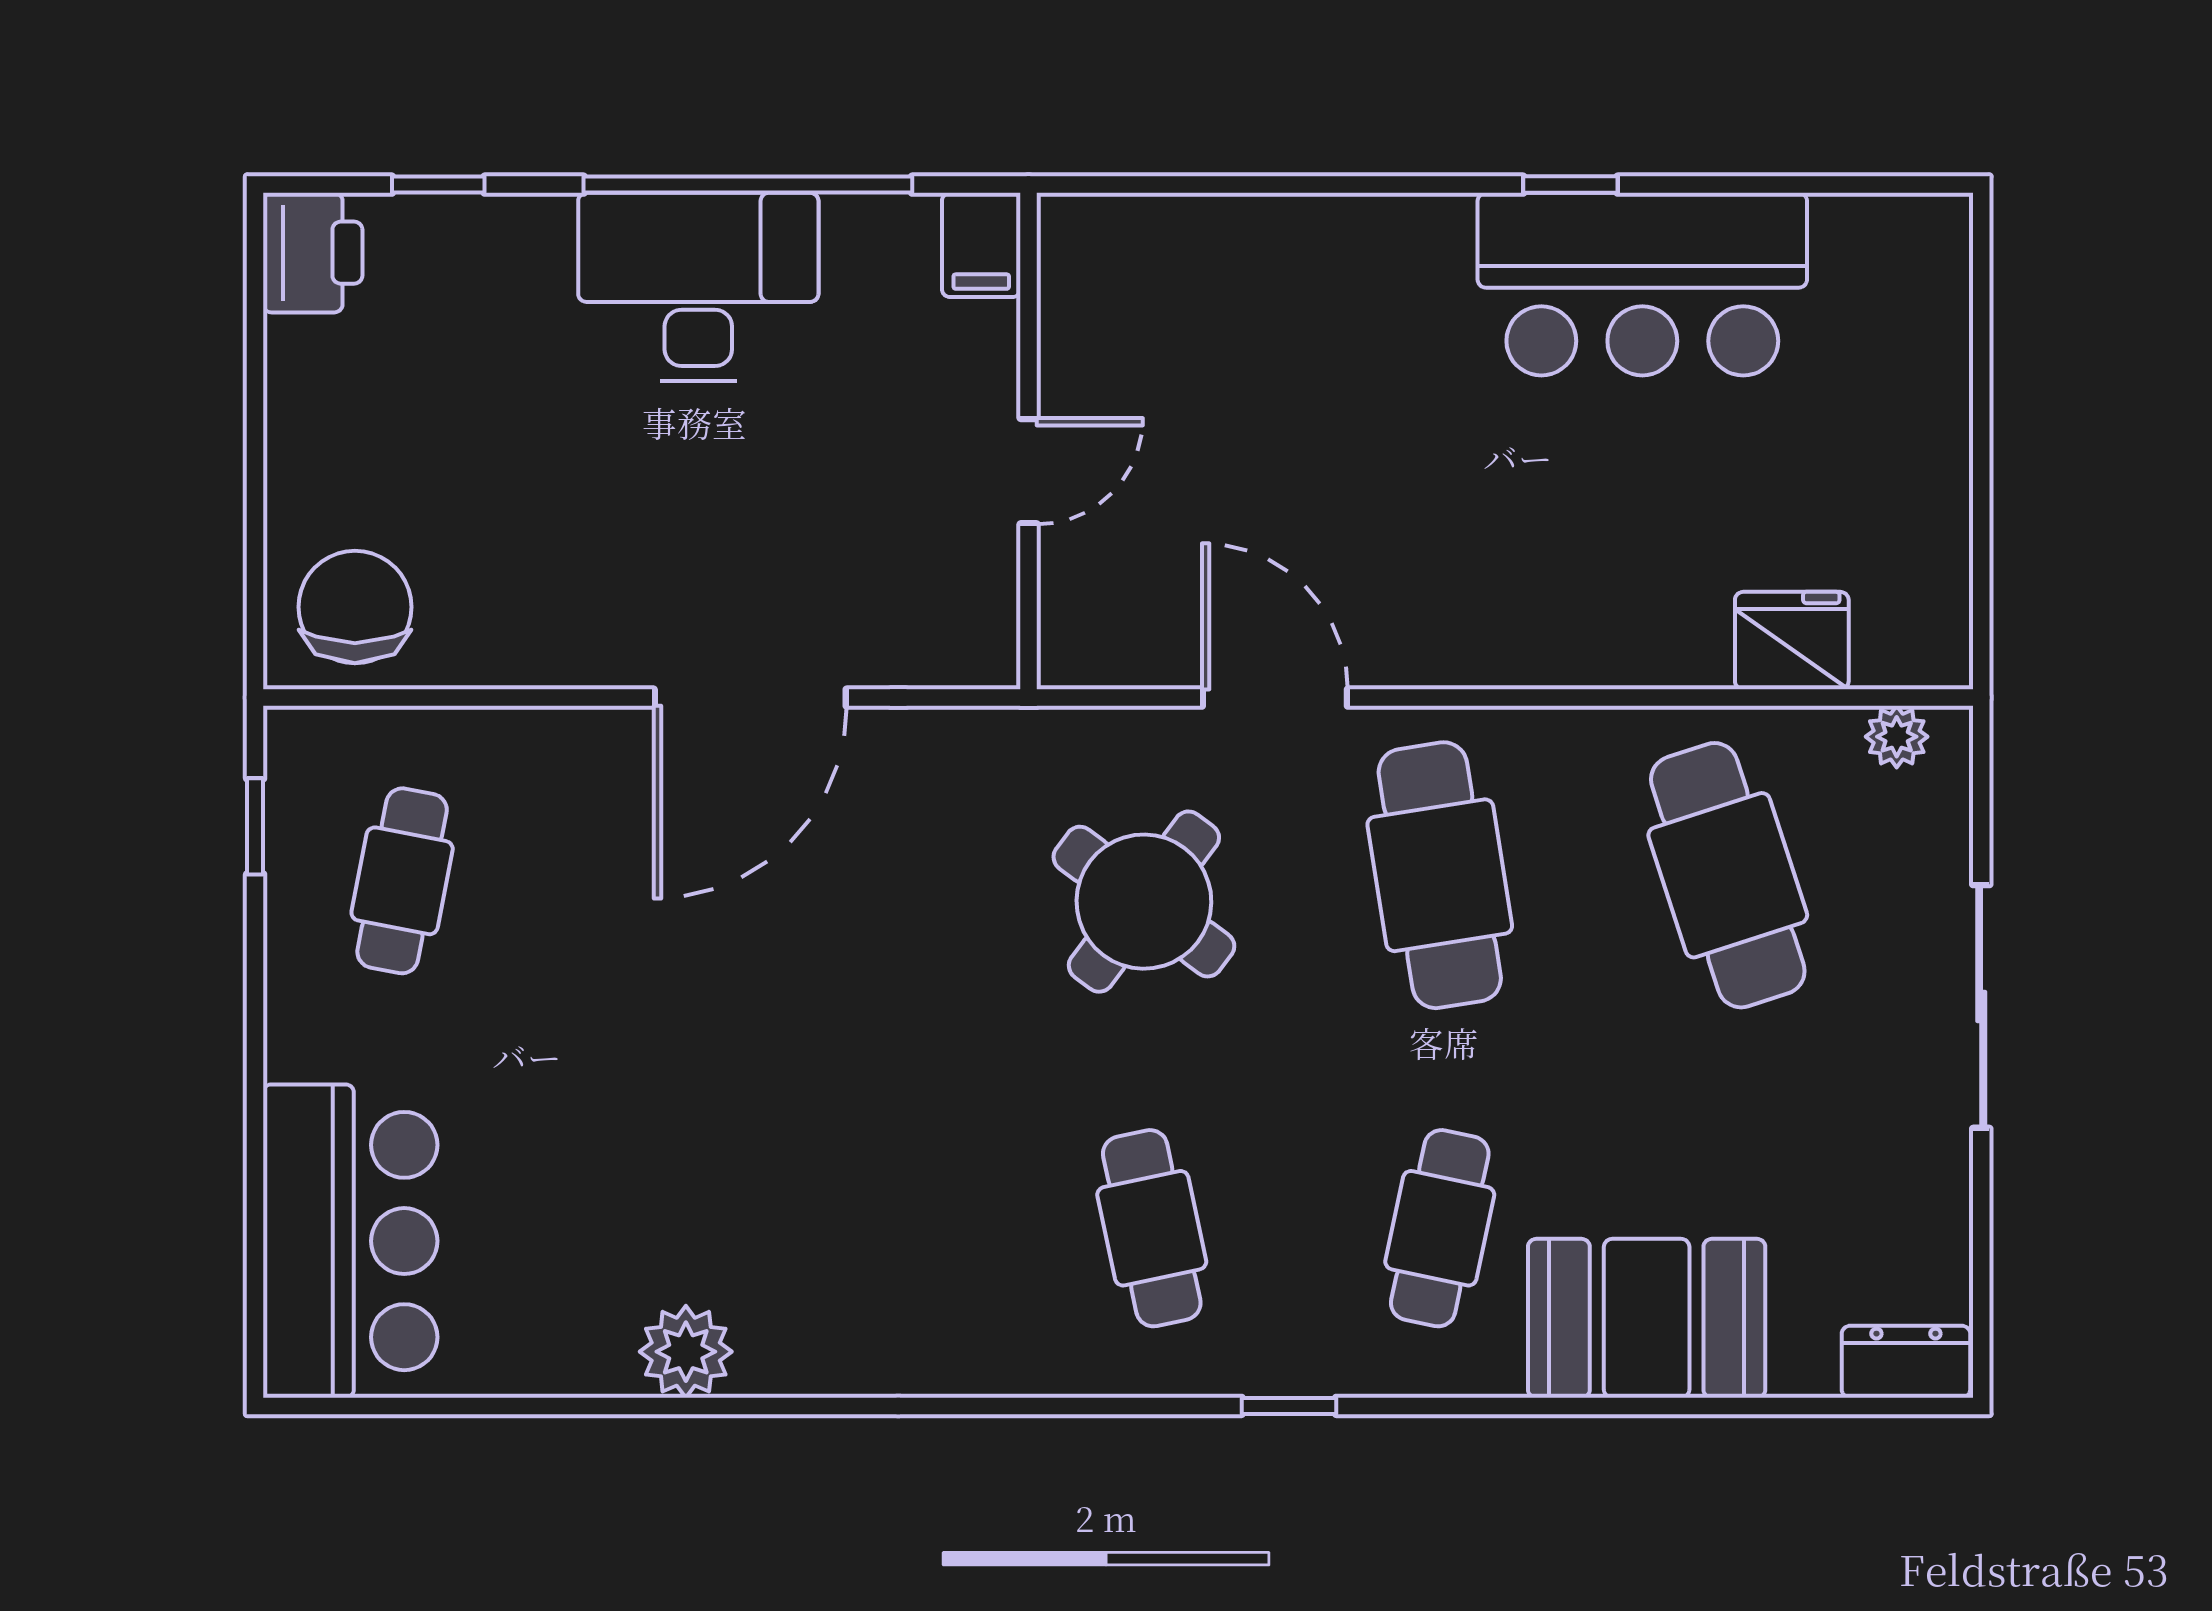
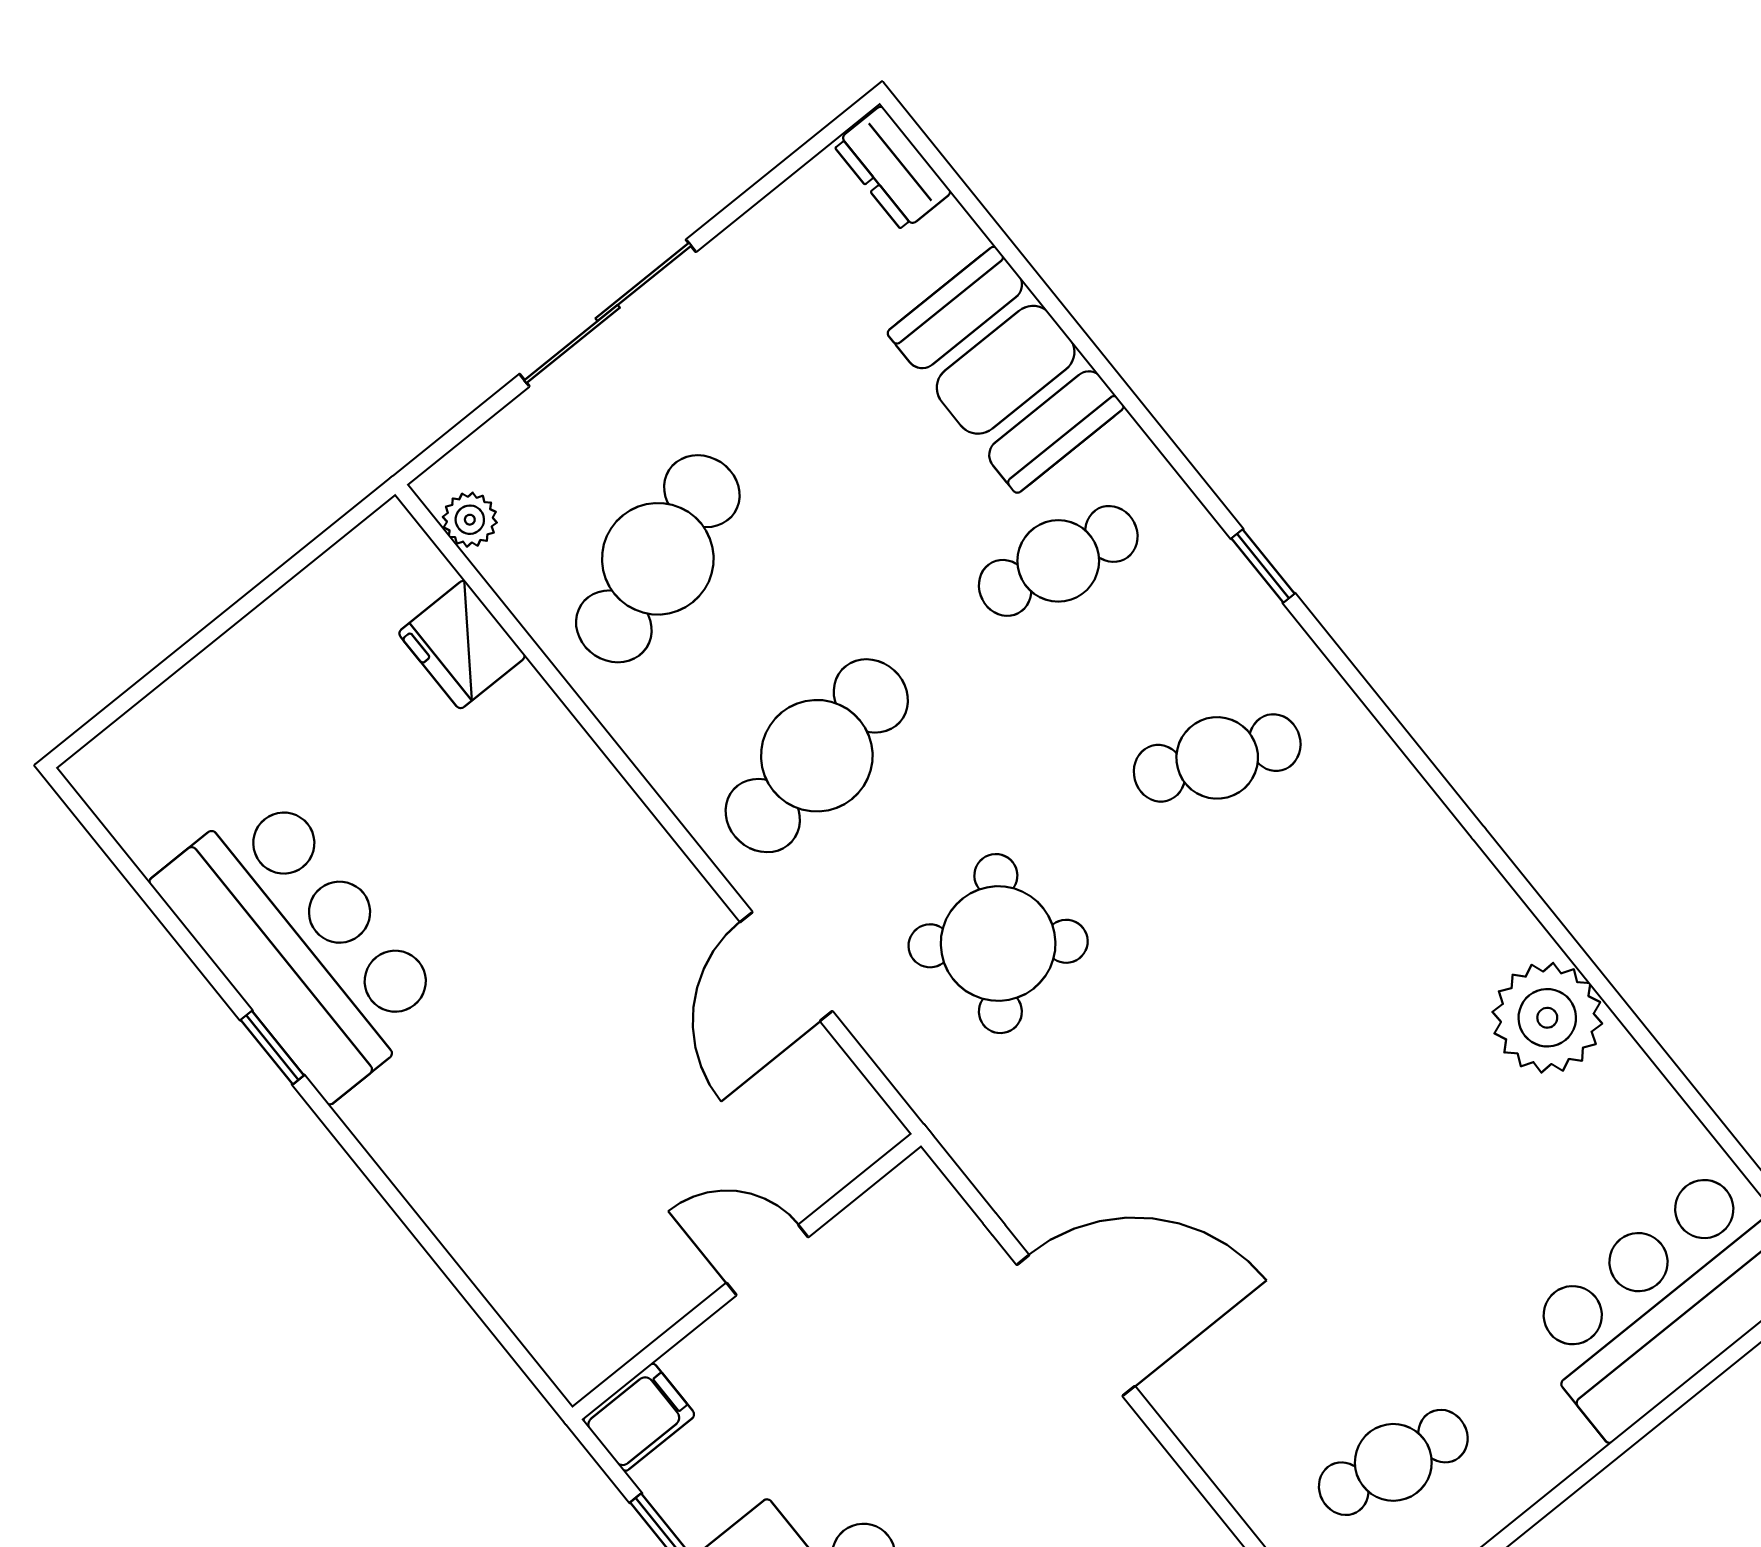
cafe table: (1152, 1228) -> (1217, 758), turned 36
plant: (686, 1352) -> (1547, 1018), width x1.36, depth x1.36

